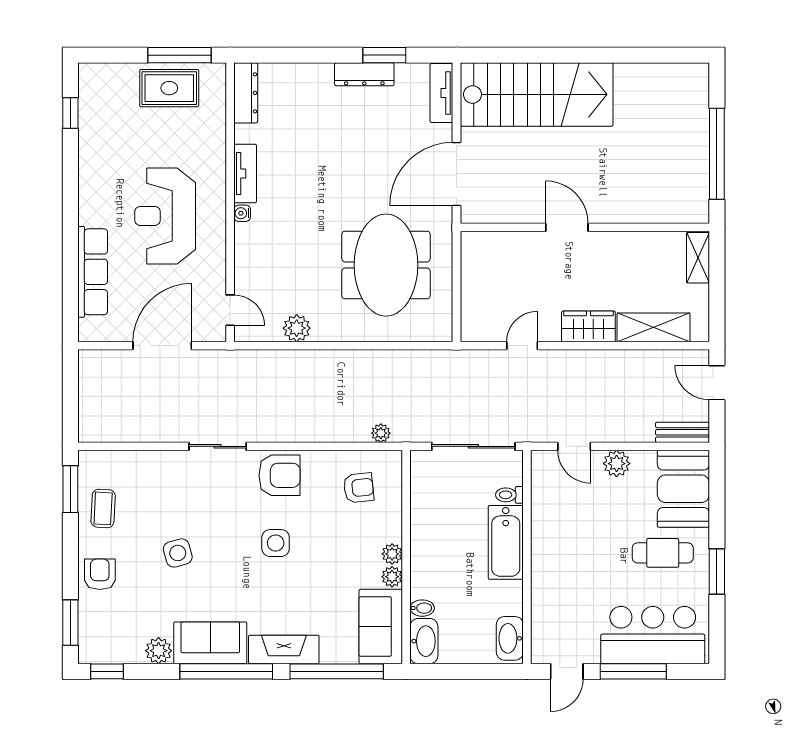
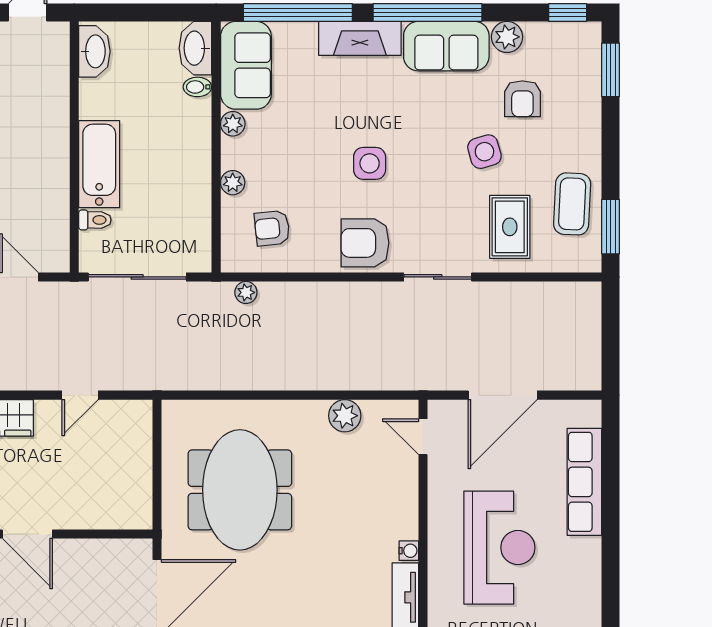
rug: (156, 489) -> (510, 227), added
coffee table: (103, 508) -> (572, 204), width x1.36, depth x1.30
plant: (392, 554) -> (233, 183), moved
armchair: (100, 574) -> (522, 99), moved

